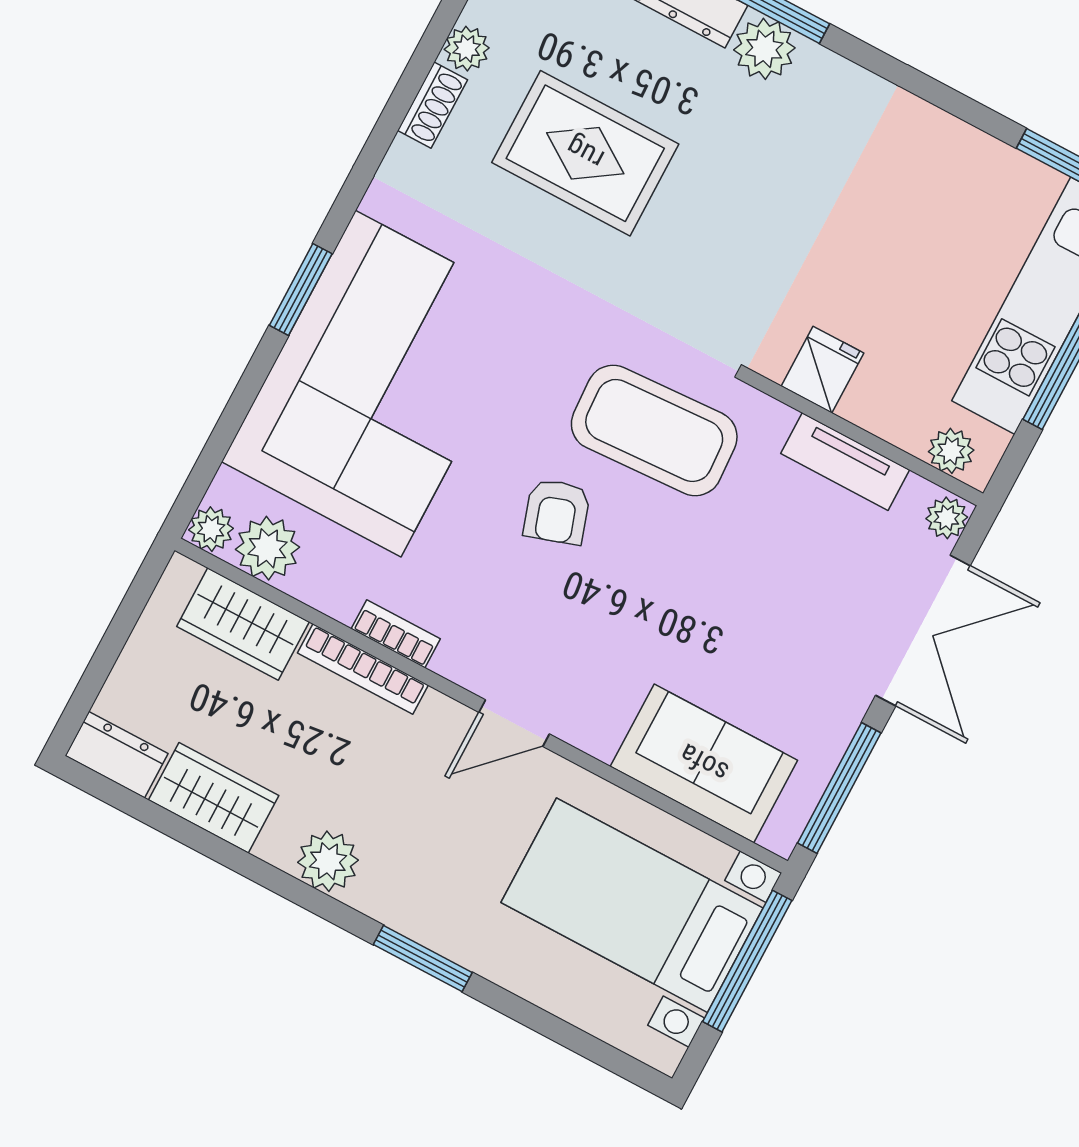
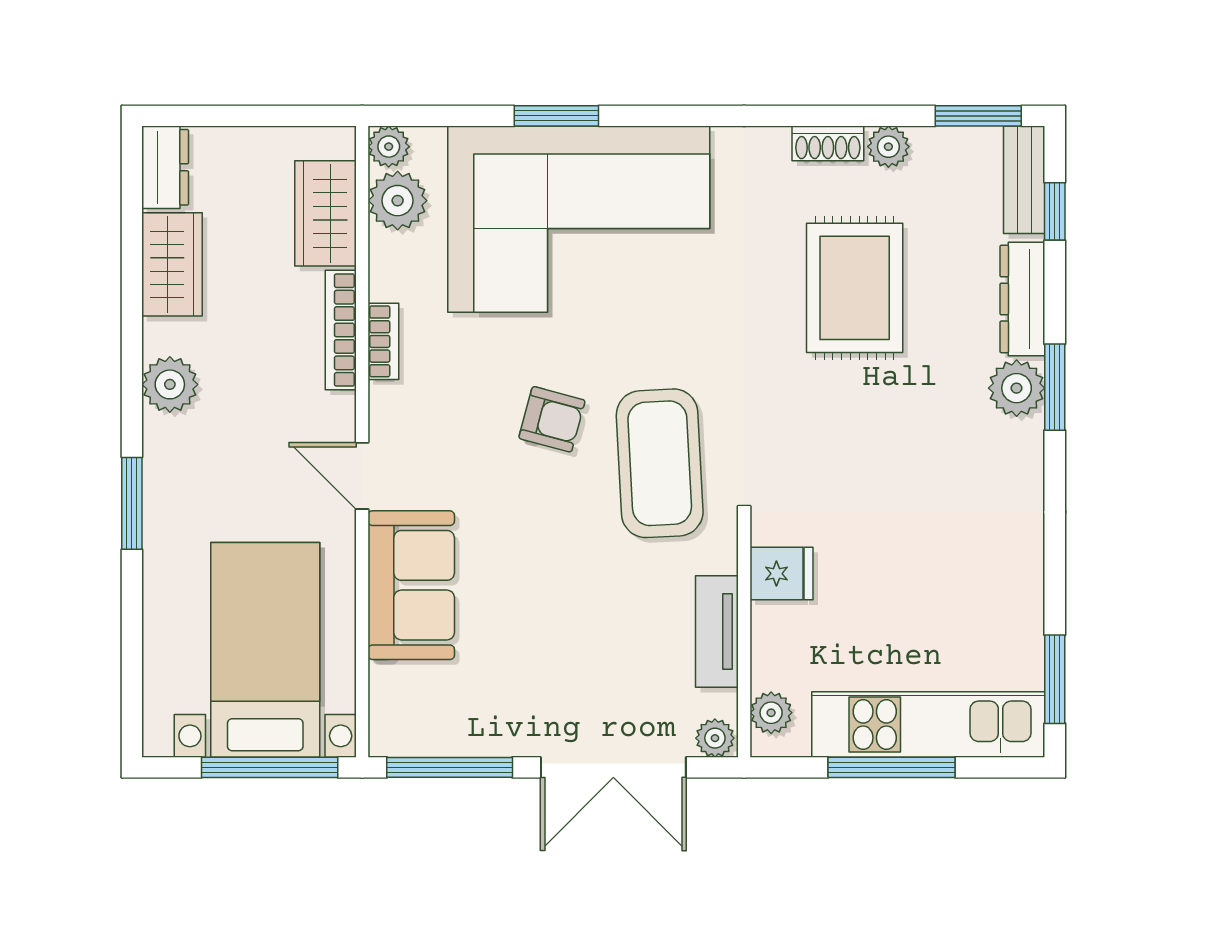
window: (301, 289) -> (556, 116), moved
armchair: (557, 512) -> (552, 419), turned -147
sofa: (704, 763) -> (411, 585), moved

